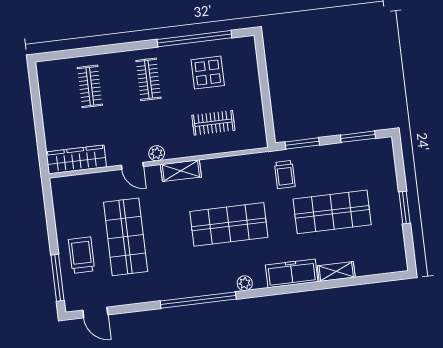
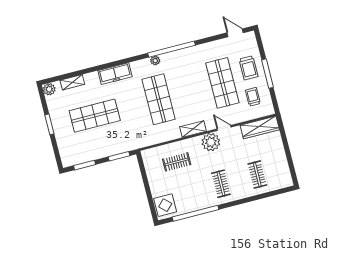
display table: (208, 73) -> (165, 205), moved
plant: (157, 153) -> (211, 142), width x1.88, depth x1.88
trolley: (285, 174) -> (253, 97), moved
shop shelf: (229, 224) -> (159, 99), turned 90
plant: (398, 263) -> (49, 89), added
shelving: (336, 271) -> (72, 82), moved
window: (58, 278) -> (267, 74), moved
plant: (245, 283) -> (155, 61), moved

